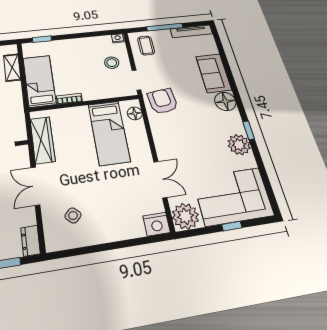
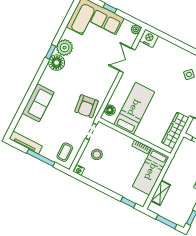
floor lamp: (225, 101) -> (57, 63), moved
plant: (185, 216) -> (136, 29), width x0.53, depth x0.53

